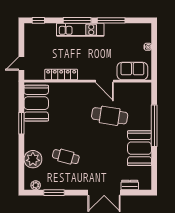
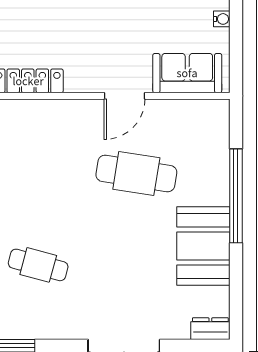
door: (104, 81) -> (125, 96), hinge flipped
dresser: (130, 185) -> (210, 329), moved

